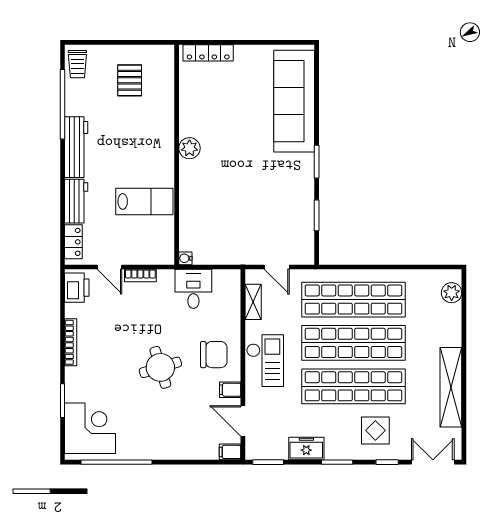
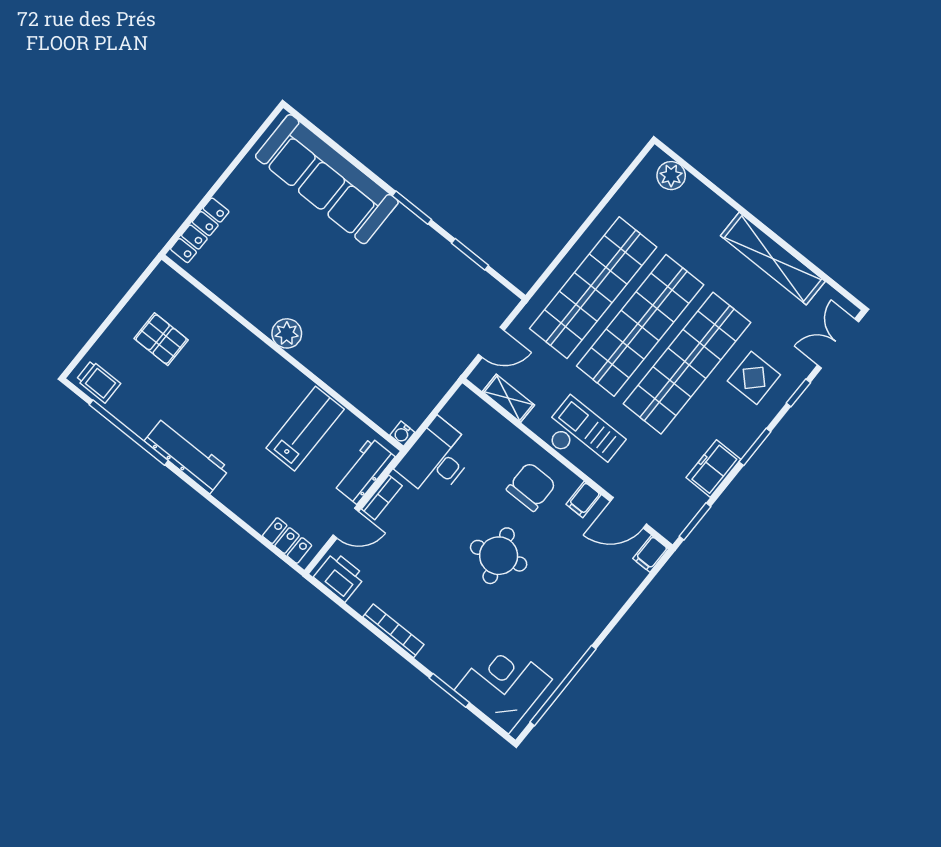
workbench: (76, 201) -> (364, 471), moved, turned -90
desk: (193, 289) -> (436, 459), width x1.37

